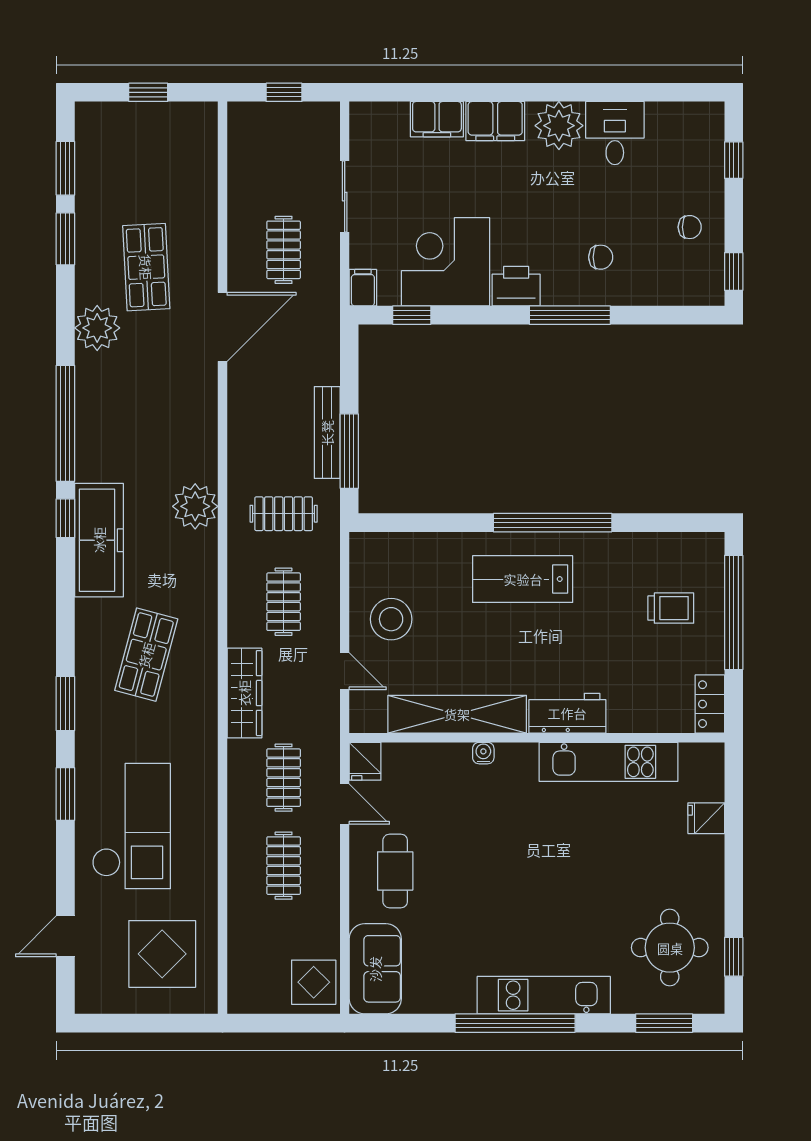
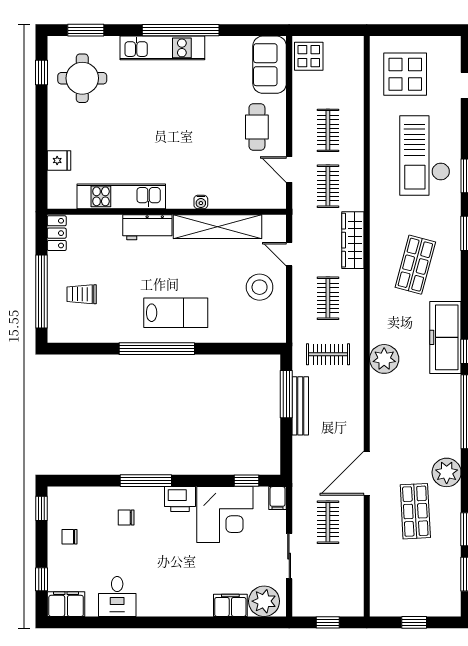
filing cabinet: (495, 121) -> (66, 604), moved
plant: (559, 126) -> (264, 601), moved
fridge: (365, 761) -> (276, 197), removed

